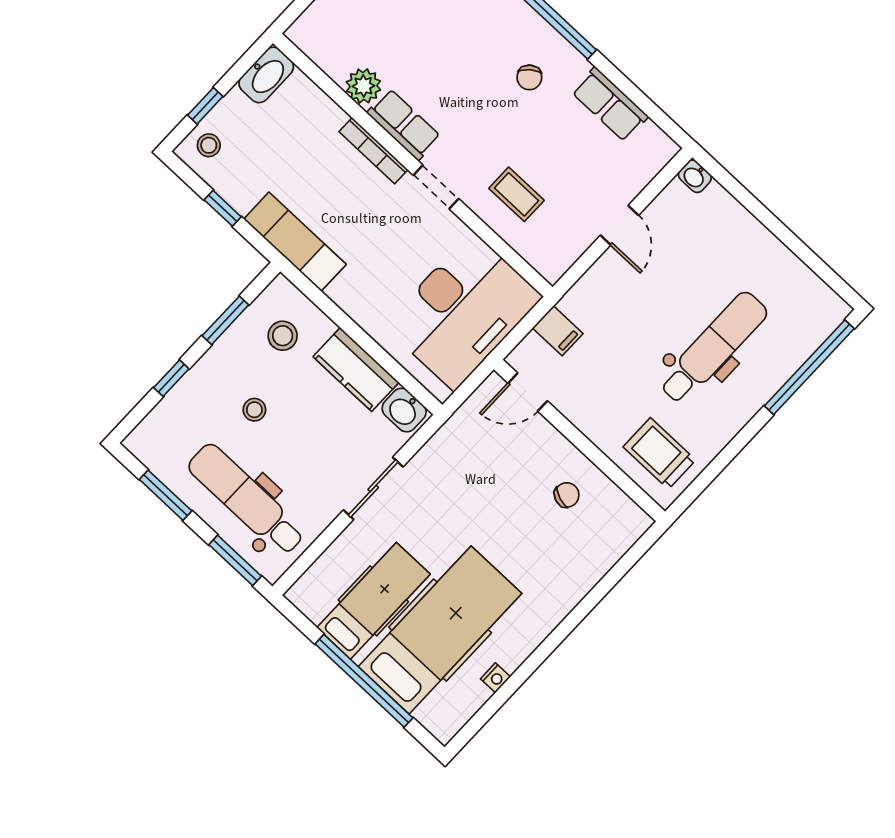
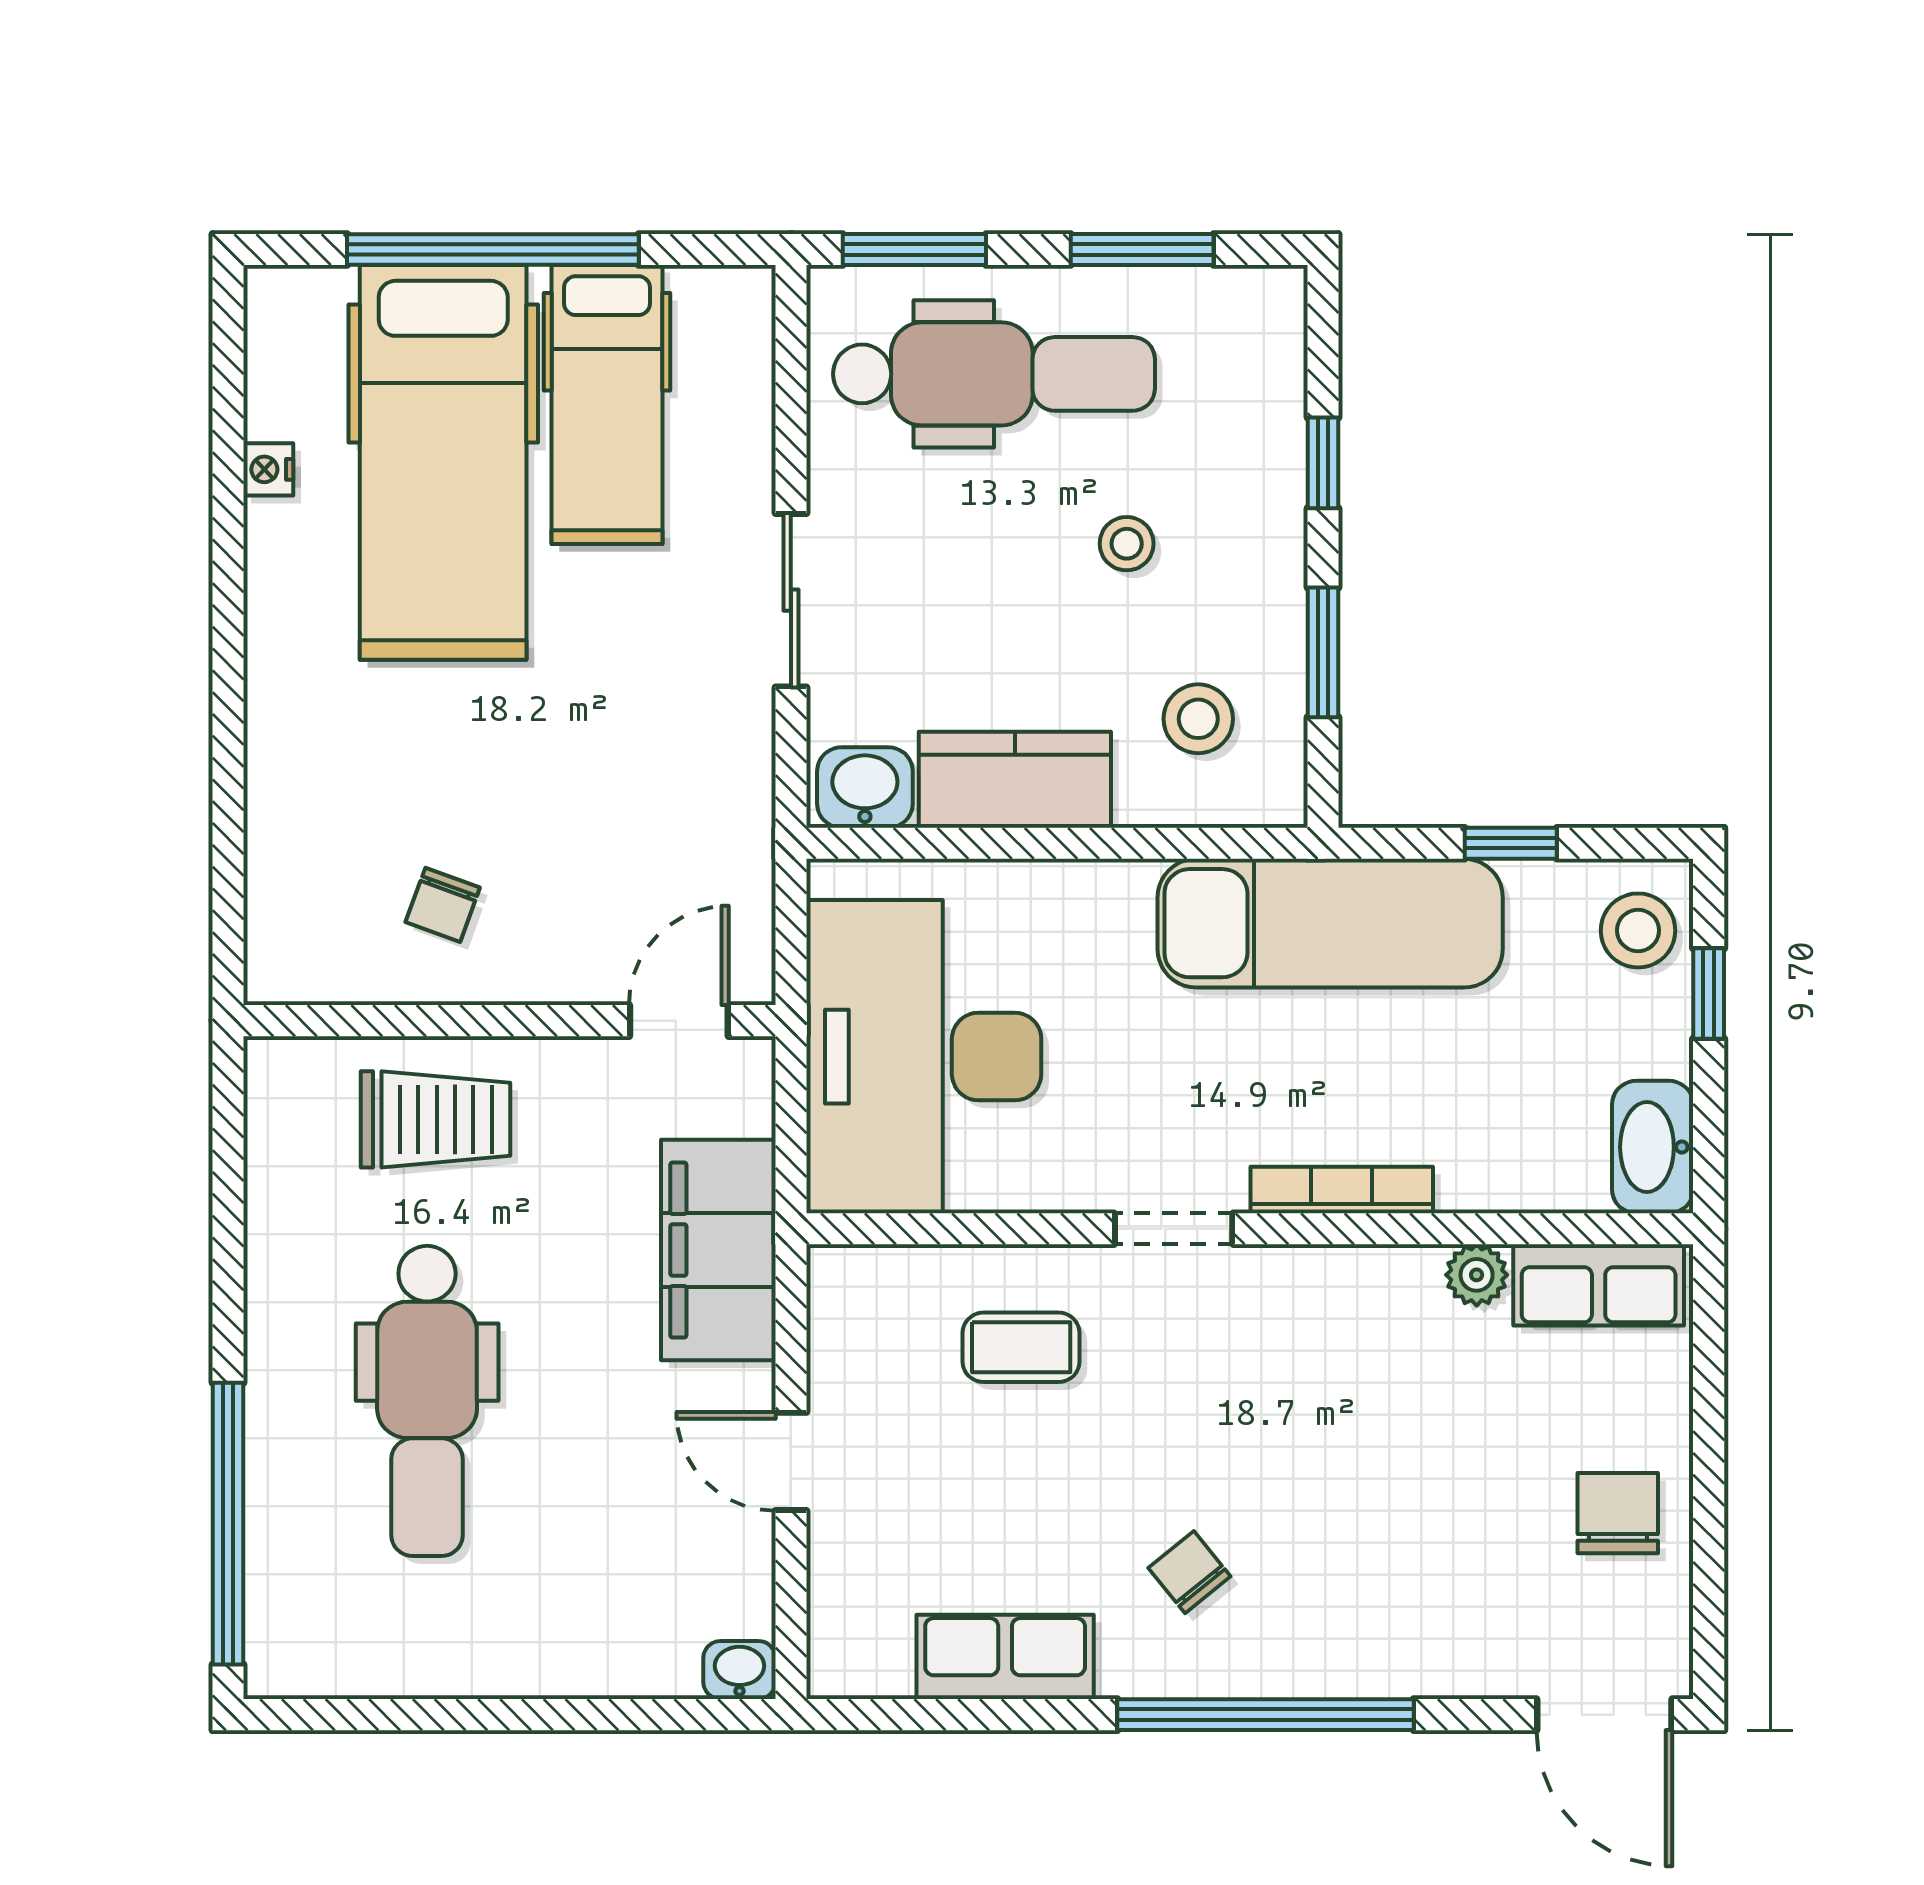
plant: (363, 86) -> (1477, 1275), width x0.73, depth x0.73
row of seats: (404, 125) -> (1599, 1285), moved
stool: (209, 145) -> (1638, 930), width x1.37, depth x1.37
exam couch: (295, 242) -> (1330, 923), width x1.36, depth x1.45
filing cabinet: (558, 331) -> (718, 1250), width x3.00, depth x1.17
trolley: (659, 453) -> (435, 1119), moved

